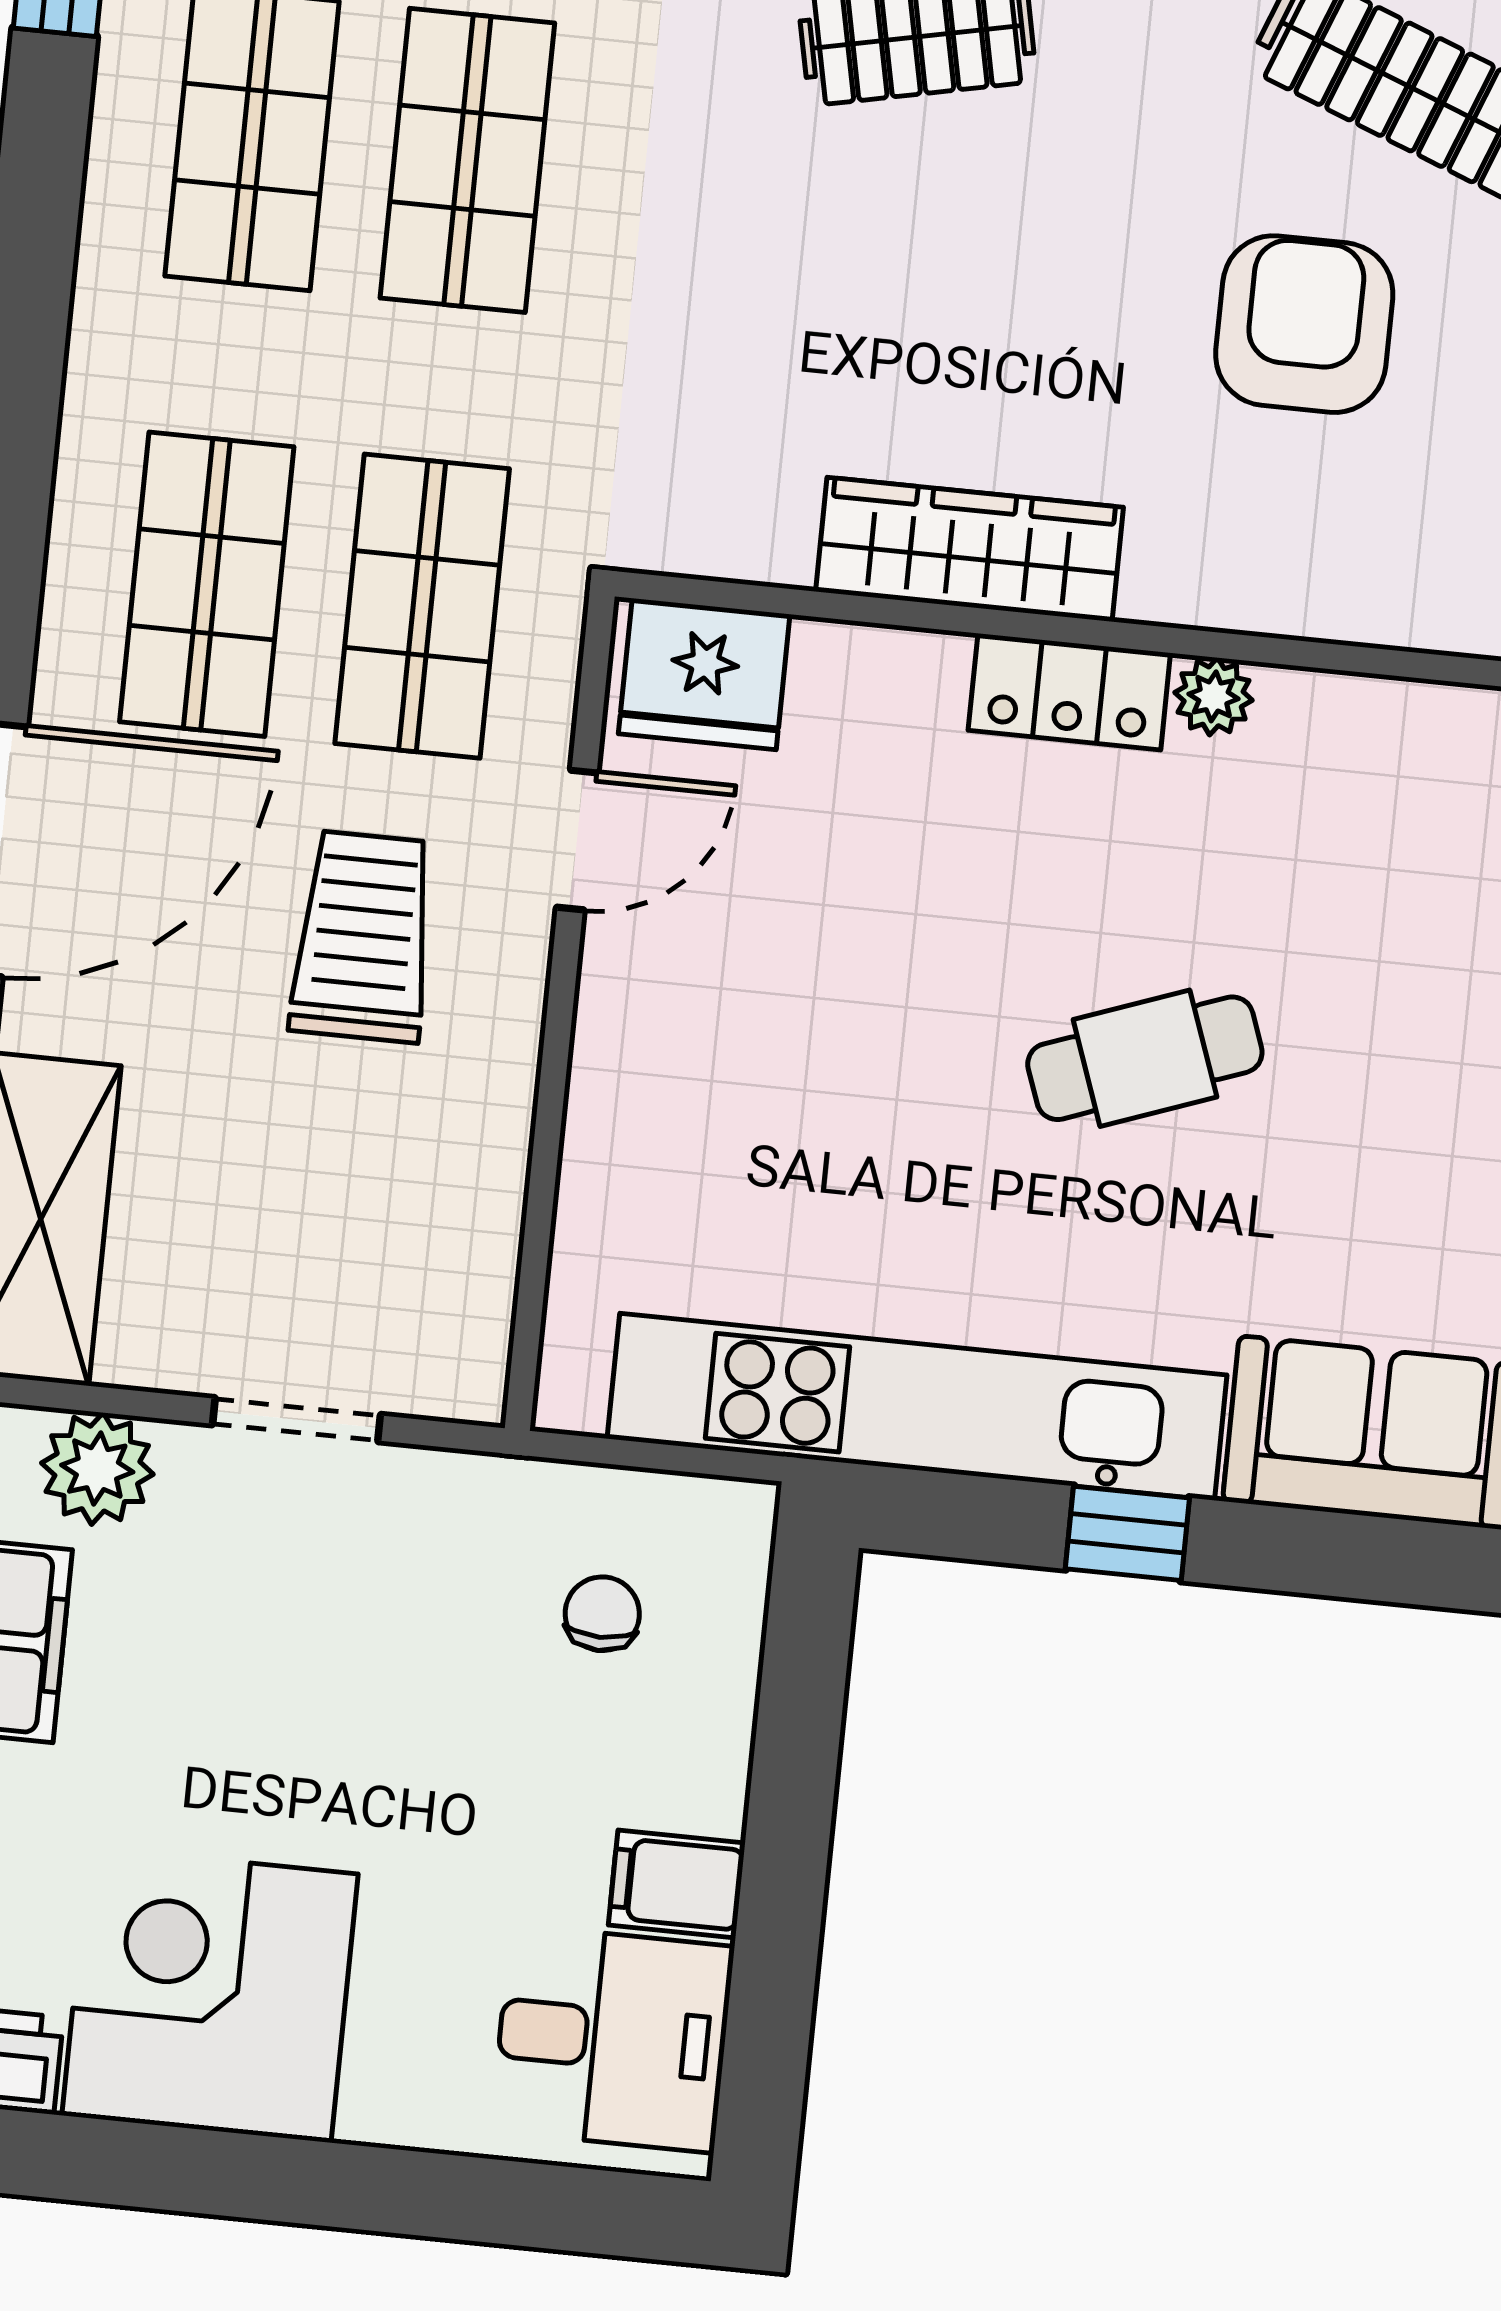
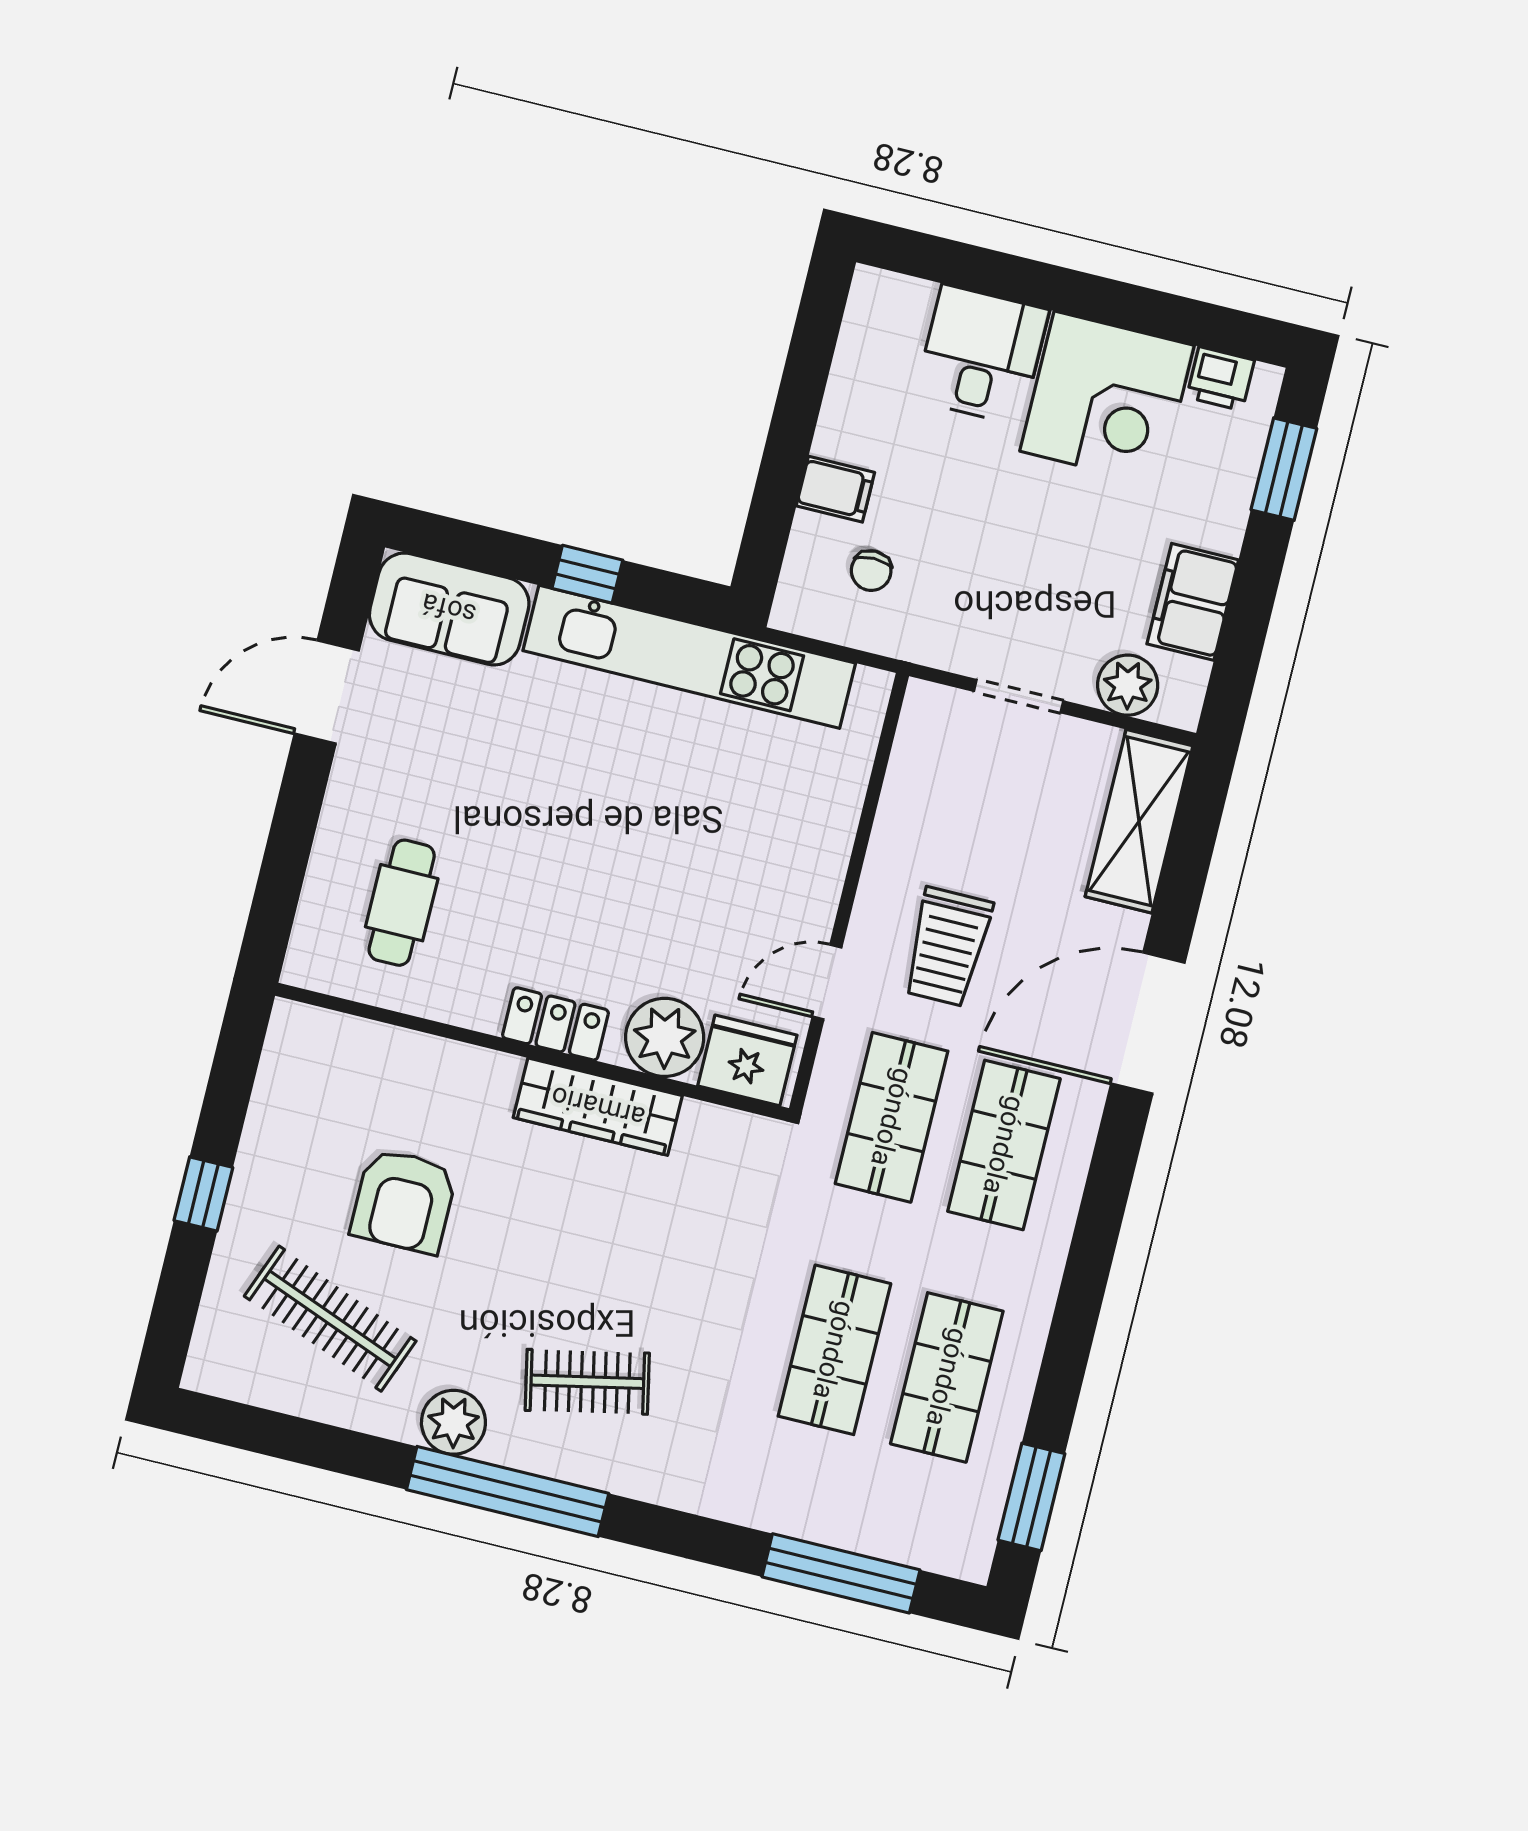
plant: (1214, 696) -> (665, 1037), moved, width x1.88, depth x1.88
cafe table: (1145, 1058) -> (402, 903), moved, turned -70
filing cabinet: (677, 1884) -> (835, 489), moved
desk: (612, 2039) -> (981, 355), moved, turned 90

